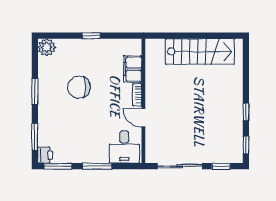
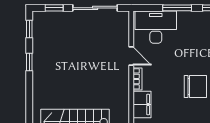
desk: (124, 147) -> (156, 27), width x1.37

